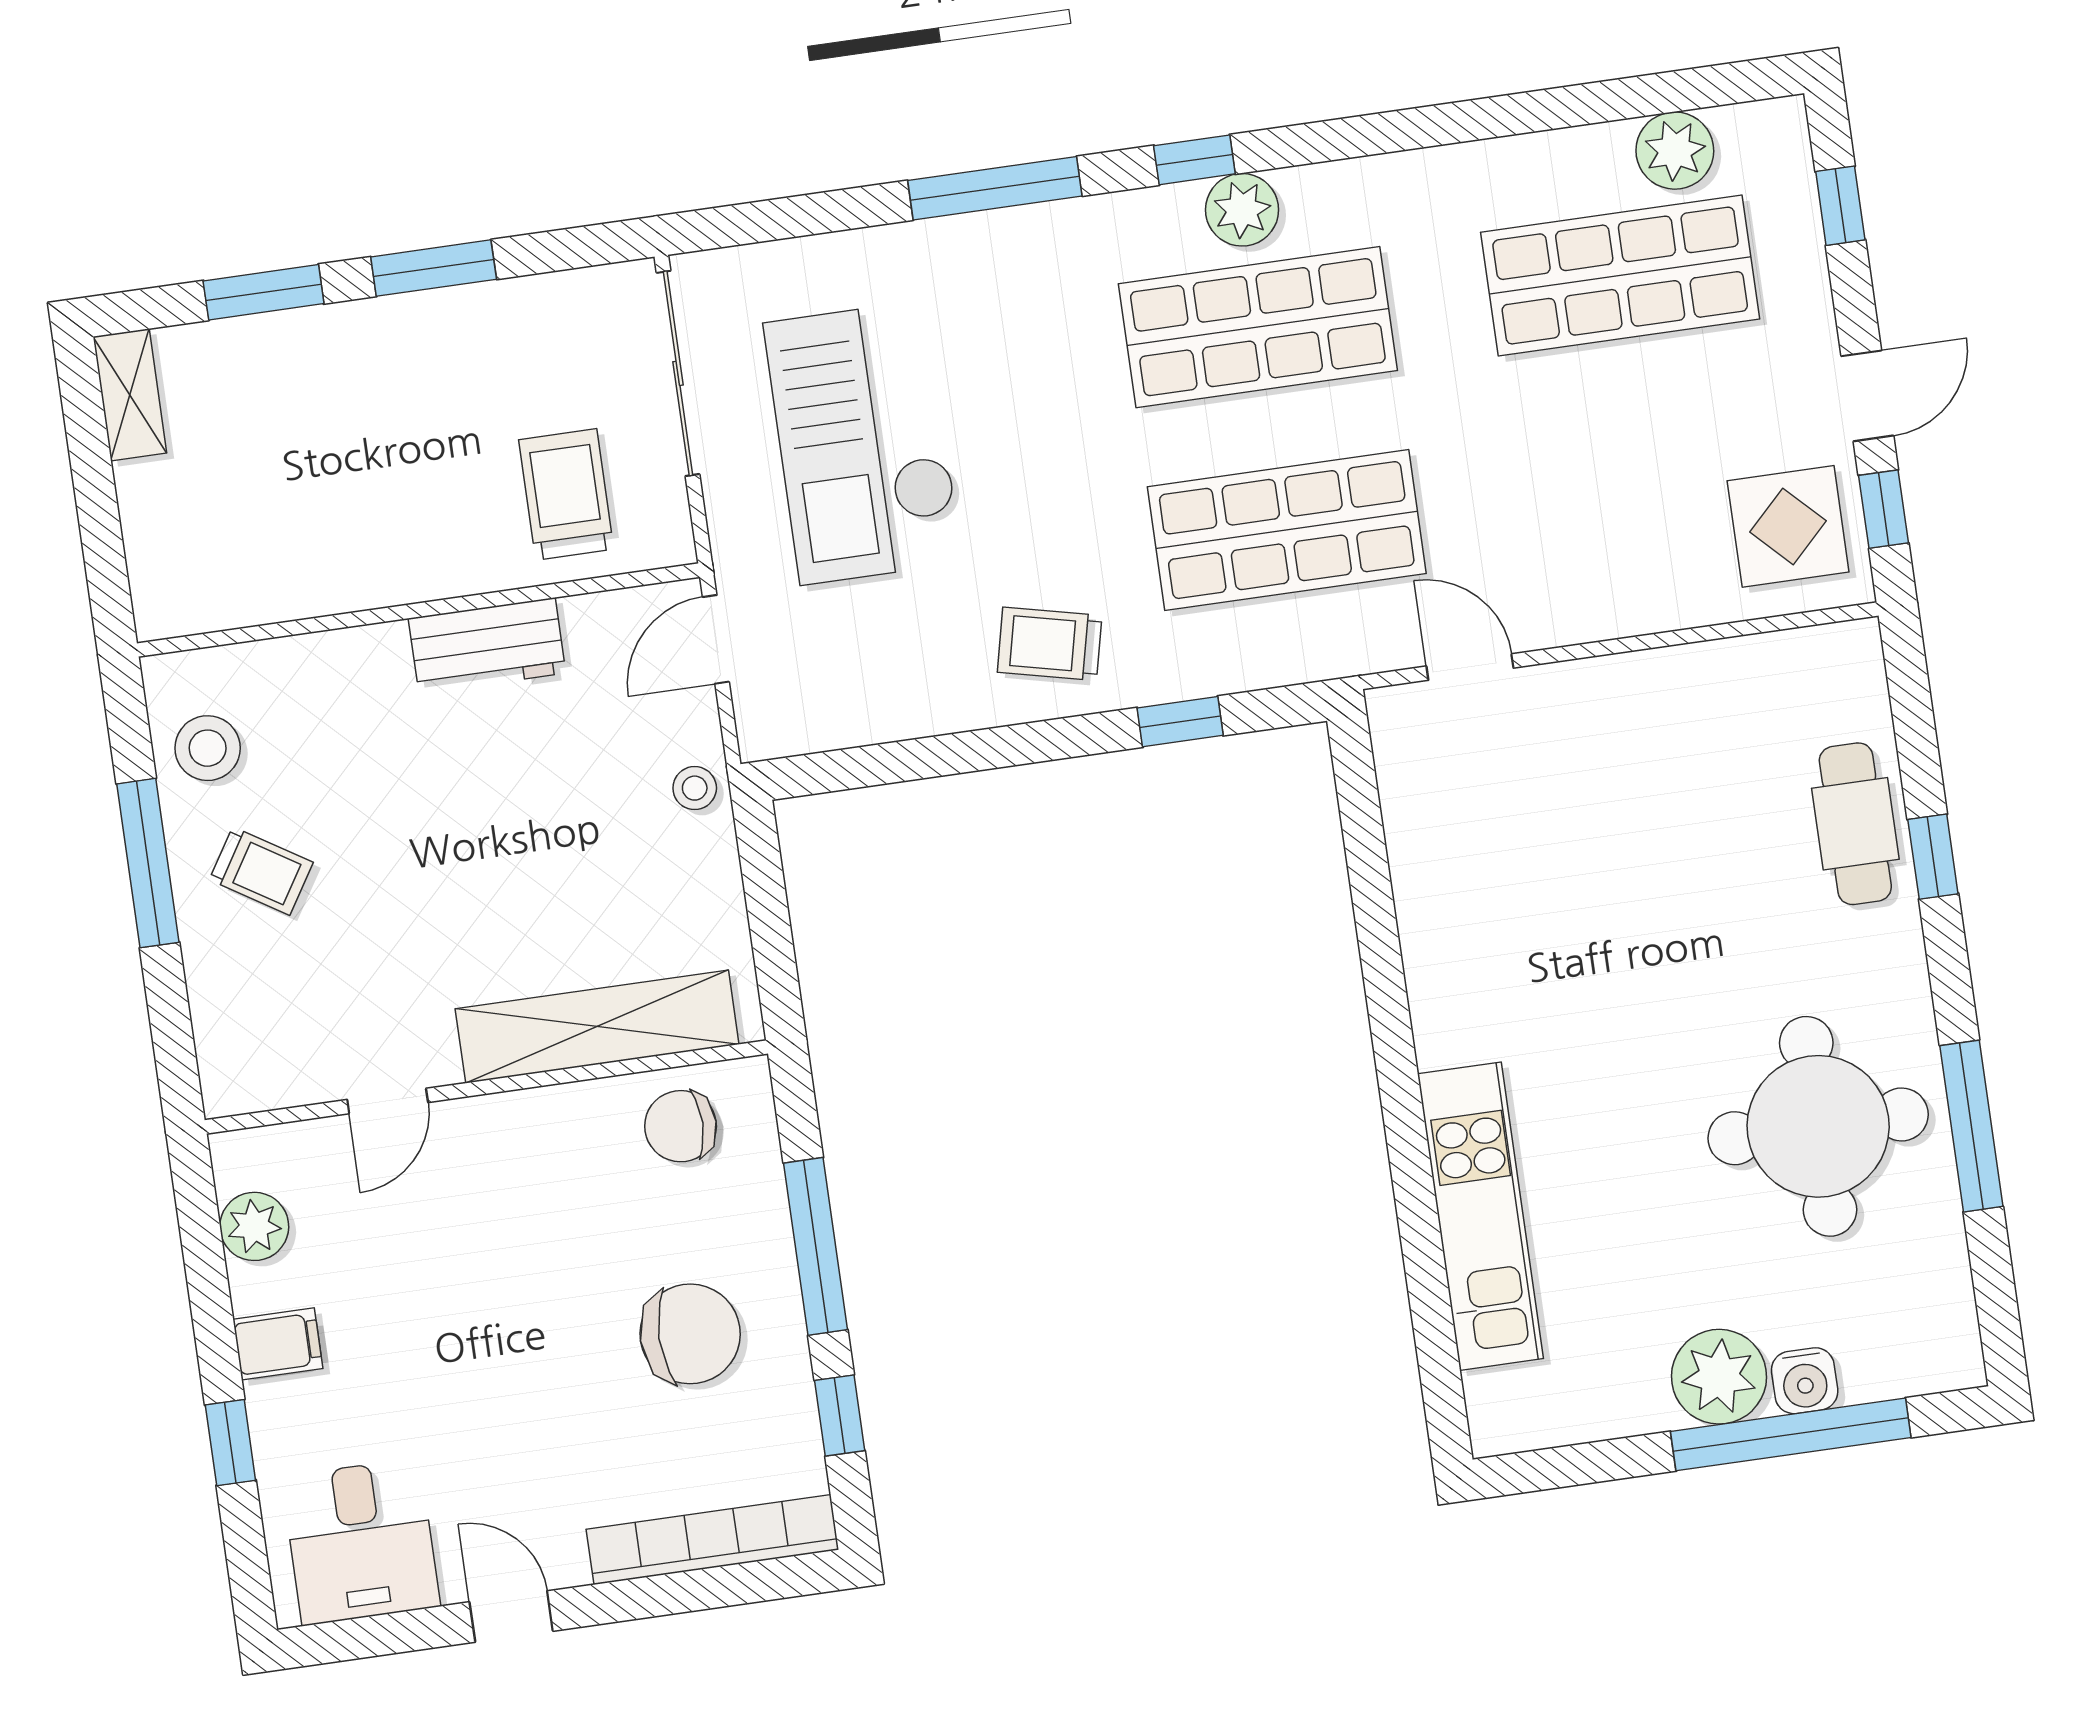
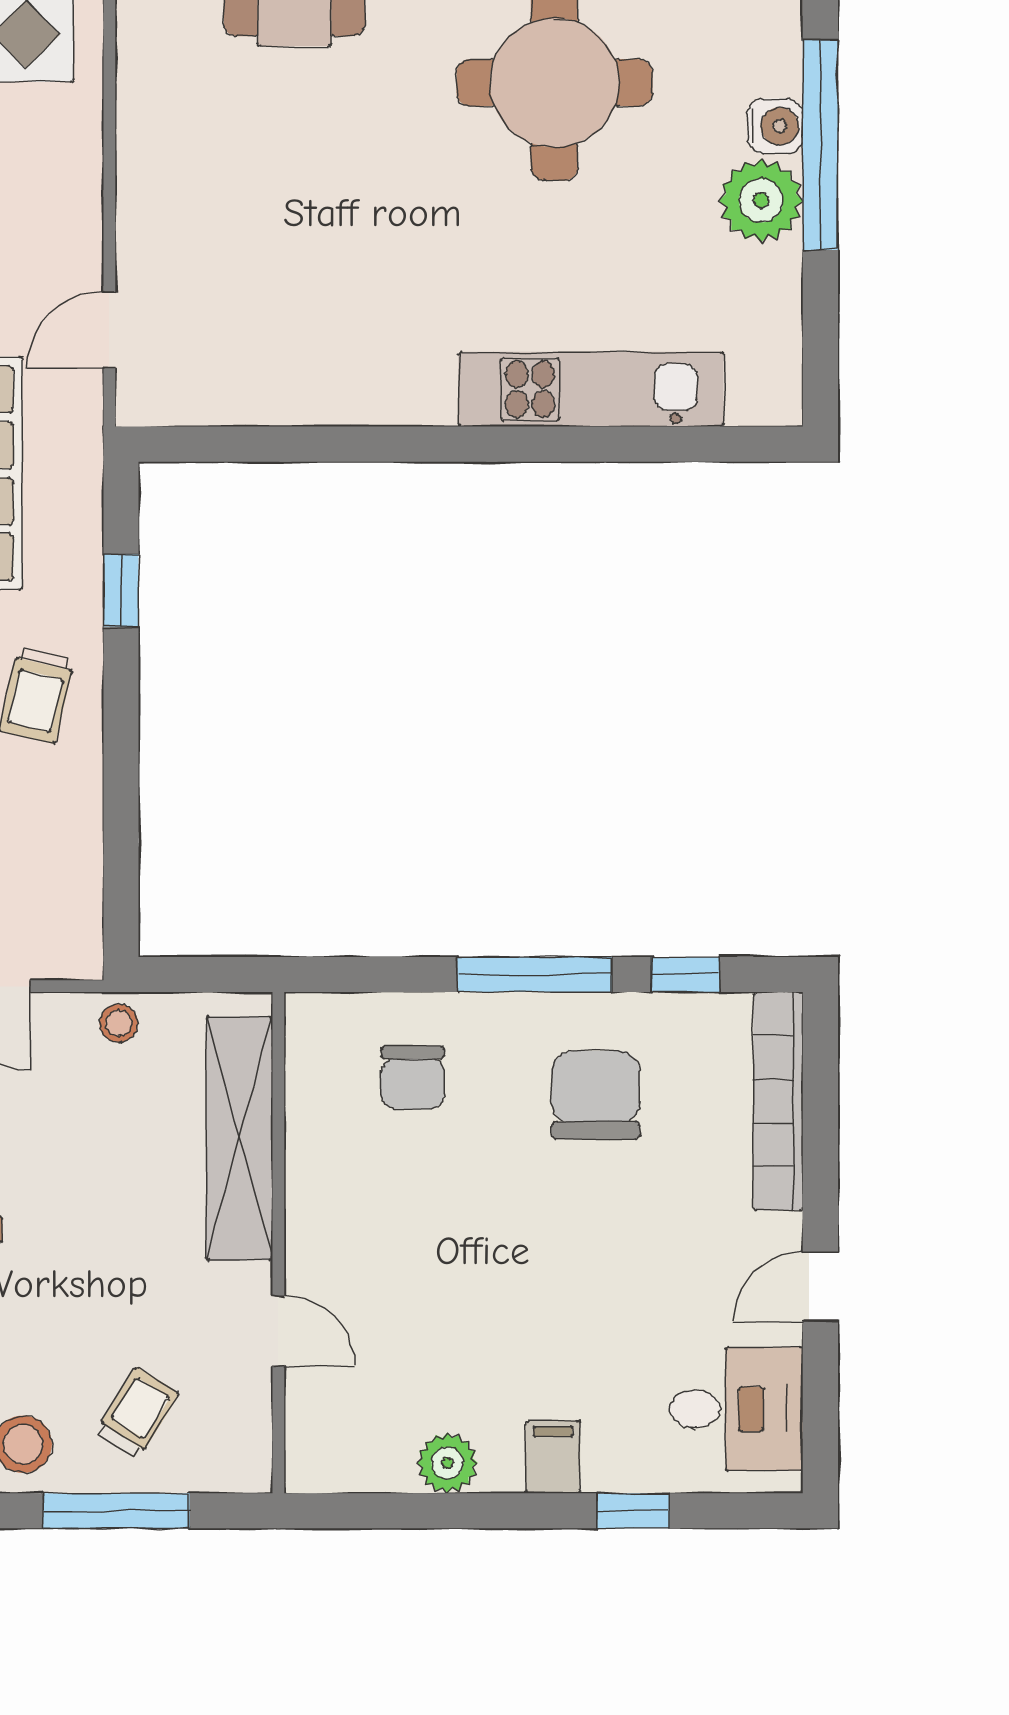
shelving: (597, 1026) -> (239, 1138), moved
wall: (486, 1087) -> (278, 1243), moved
door: (388, 1101) -> (278, 1331), moved

